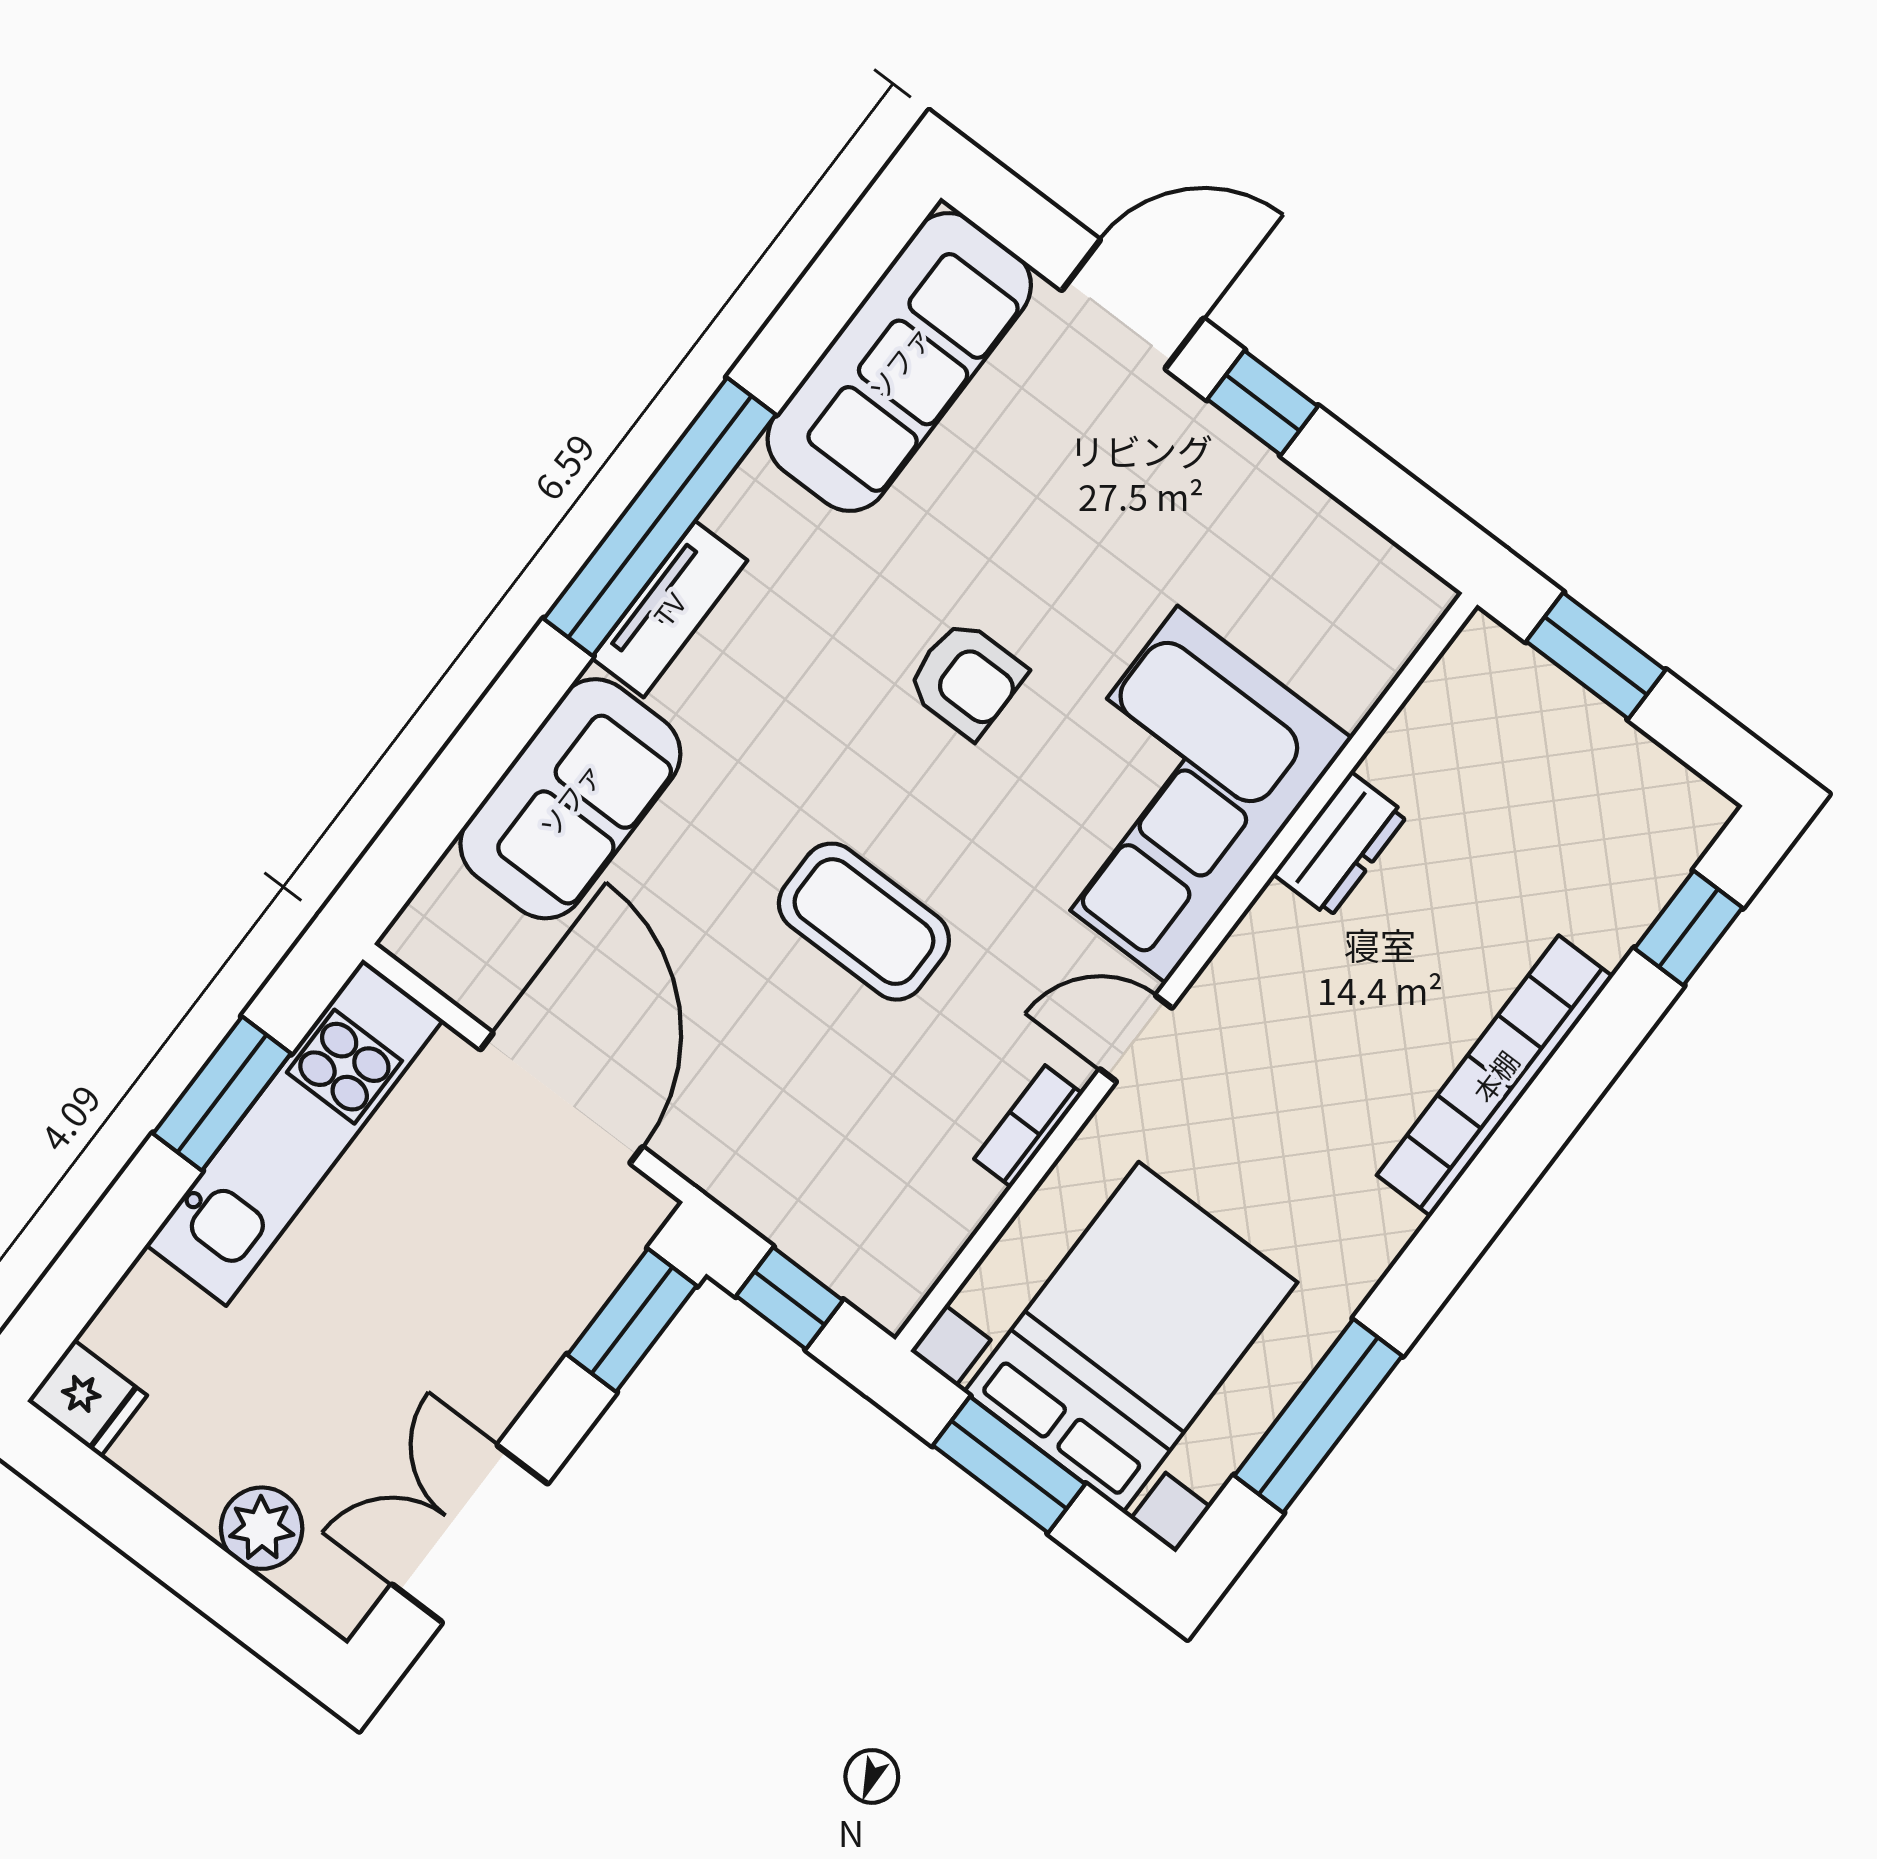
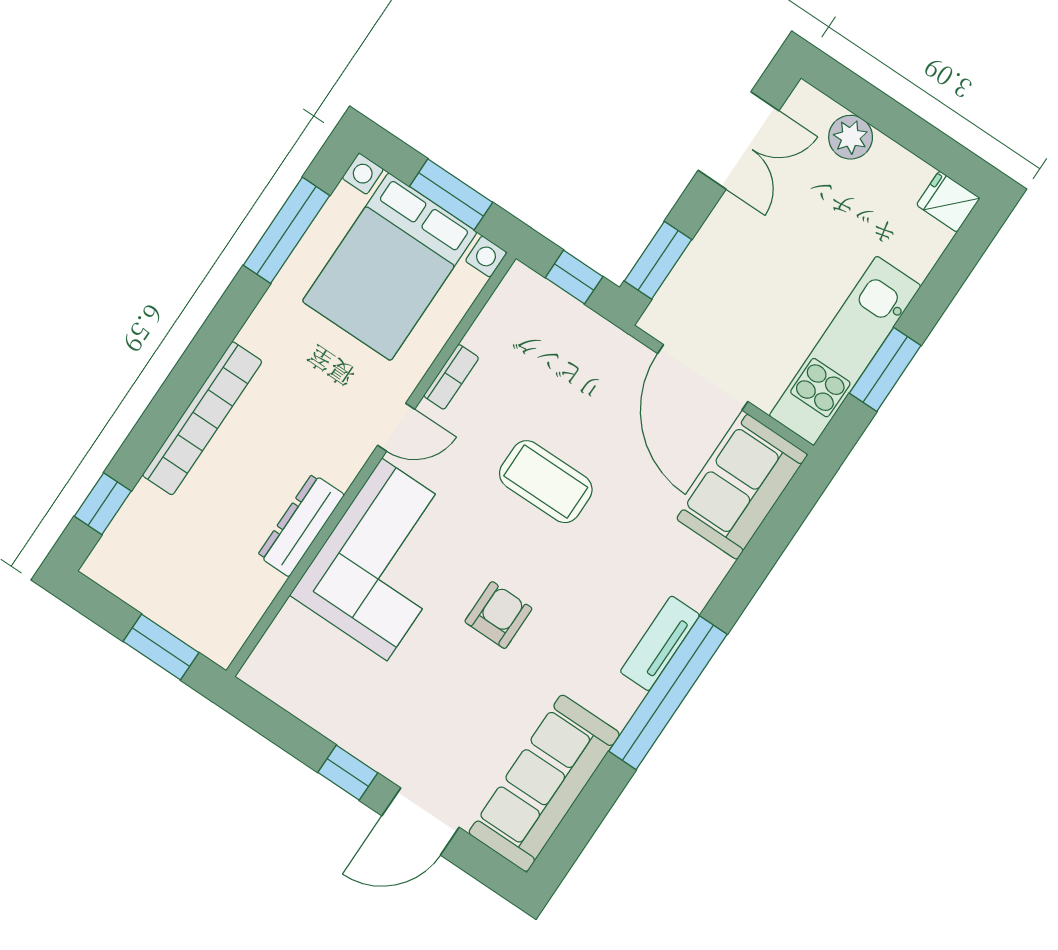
armchair: (966, 679) -> (498, 615), turned 90
sofa: (570, 799) -> (742, 487), moved
dresser: (1340, 845) -> (301, 525), width x1.44

